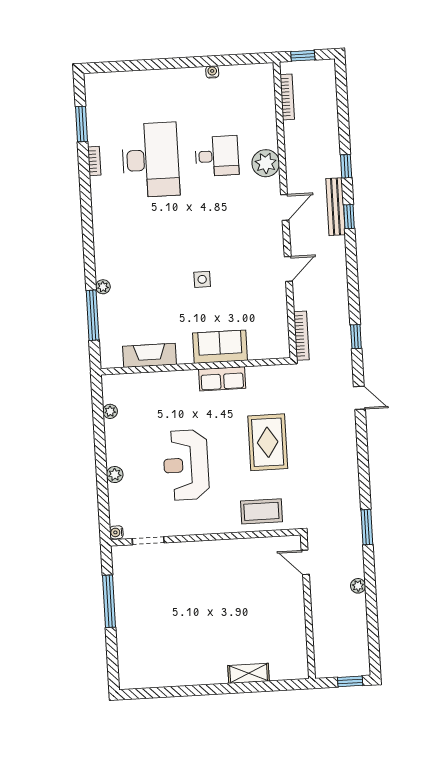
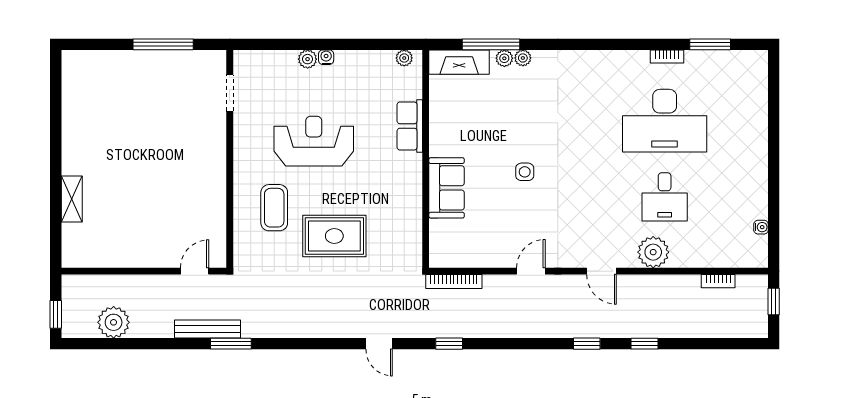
water cooler: (212, 72) -> (761, 227), moved
bookcase: (287, 97) -> (718, 281), width x0.64
bench: (336, 207) -> (207, 329), moved
door: (288, 269) -> (531, 271), swing flipped
plant: (104, 303) -> (504, 58), added
fireplace: (149, 355) -> (459, 62), moved, turned 90
row of seats: (222, 379) -> (410, 126), moved
door: (359, 398) -> (379, 344), hinge flipped
plant: (110, 411) -> (404, 58), moved
coffee table: (261, 511) -> (274, 208), moved
water cooler: (116, 532) -> (326, 57), moved
plant: (358, 586) -> (114, 322), moved, width x1.88, depth x1.88

